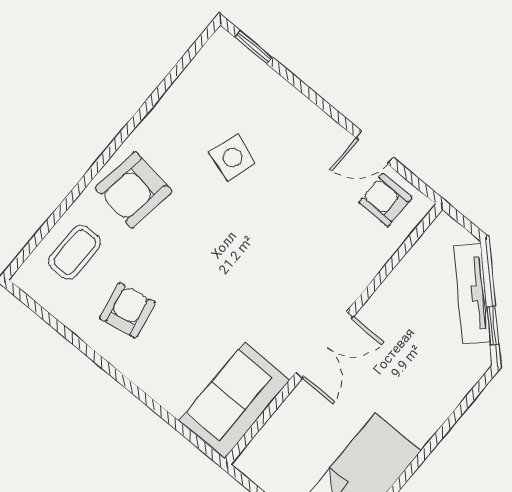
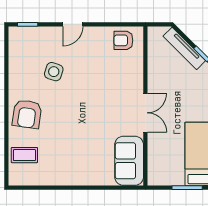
door: (375, 148) -> (73, 24), moved
coffee table: (75, 252) -> (24, 155), turned 90
armchair: (127, 310) -> (62, 160), removed

